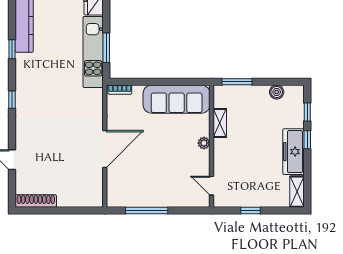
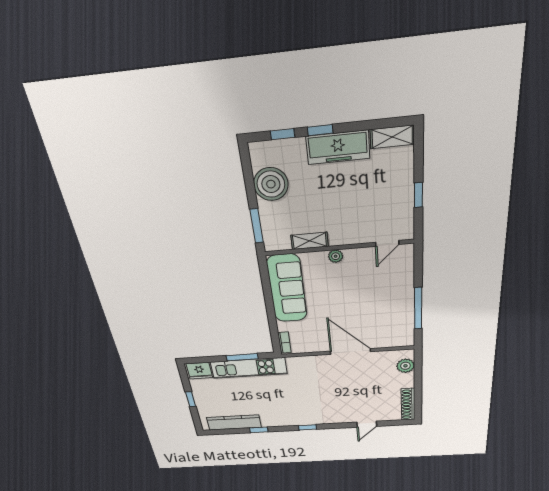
boiler: (277, 92) -> (271, 184), width x1.86, depth x1.86
plant: (84, 199) -> (405, 366), added

